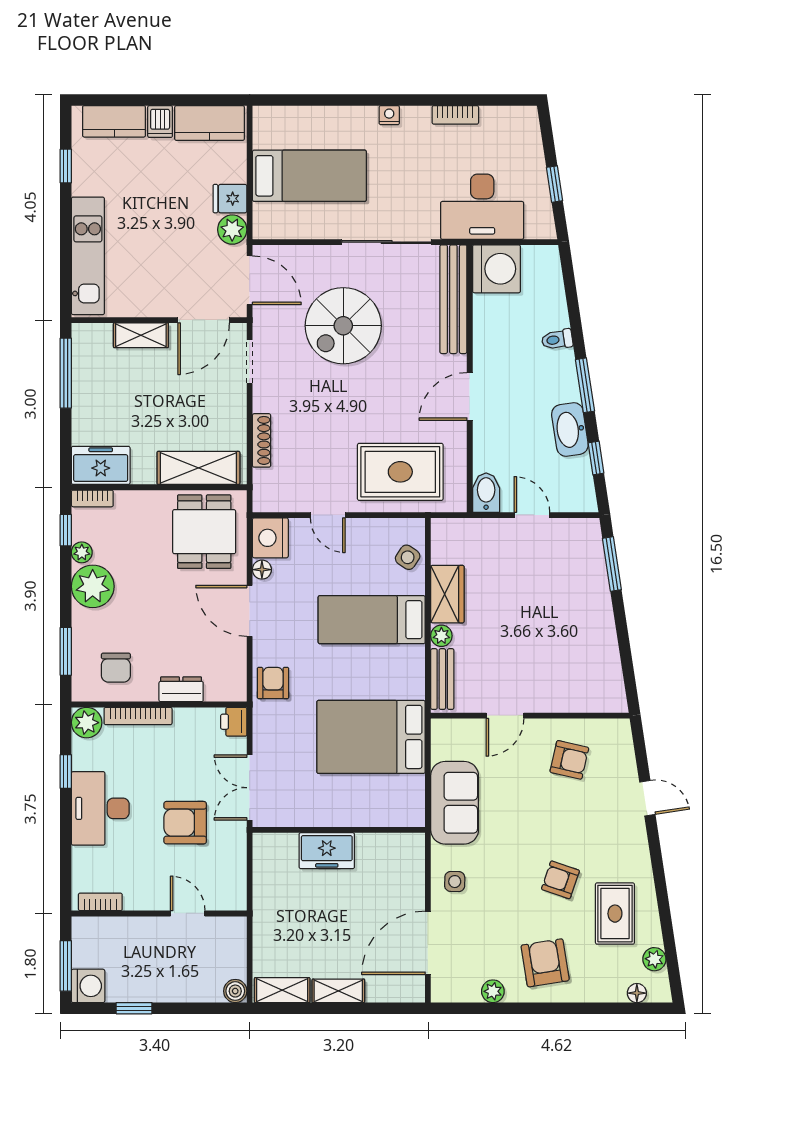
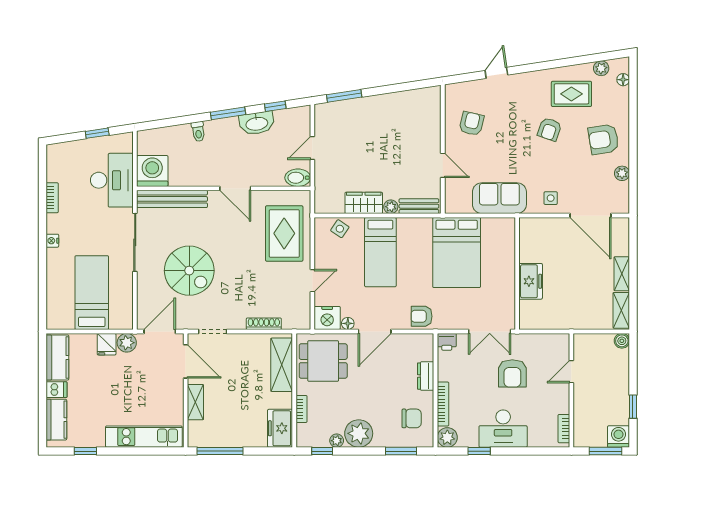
bookcase: (92, 498) -> (302, 409), moved

